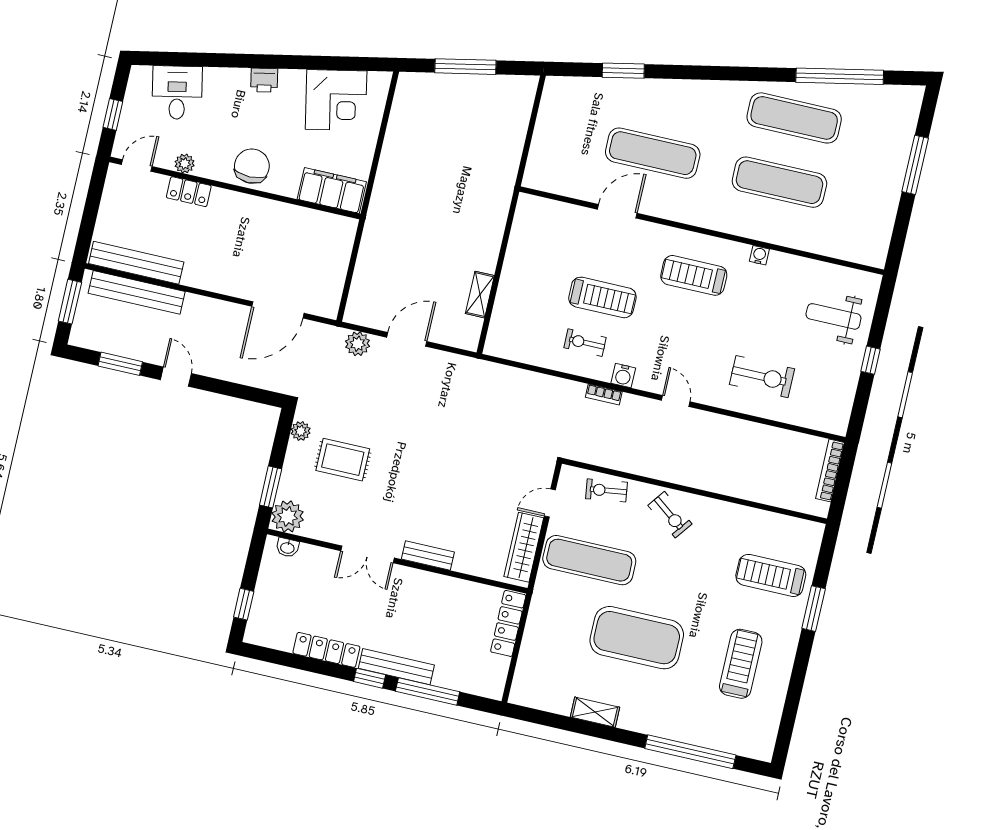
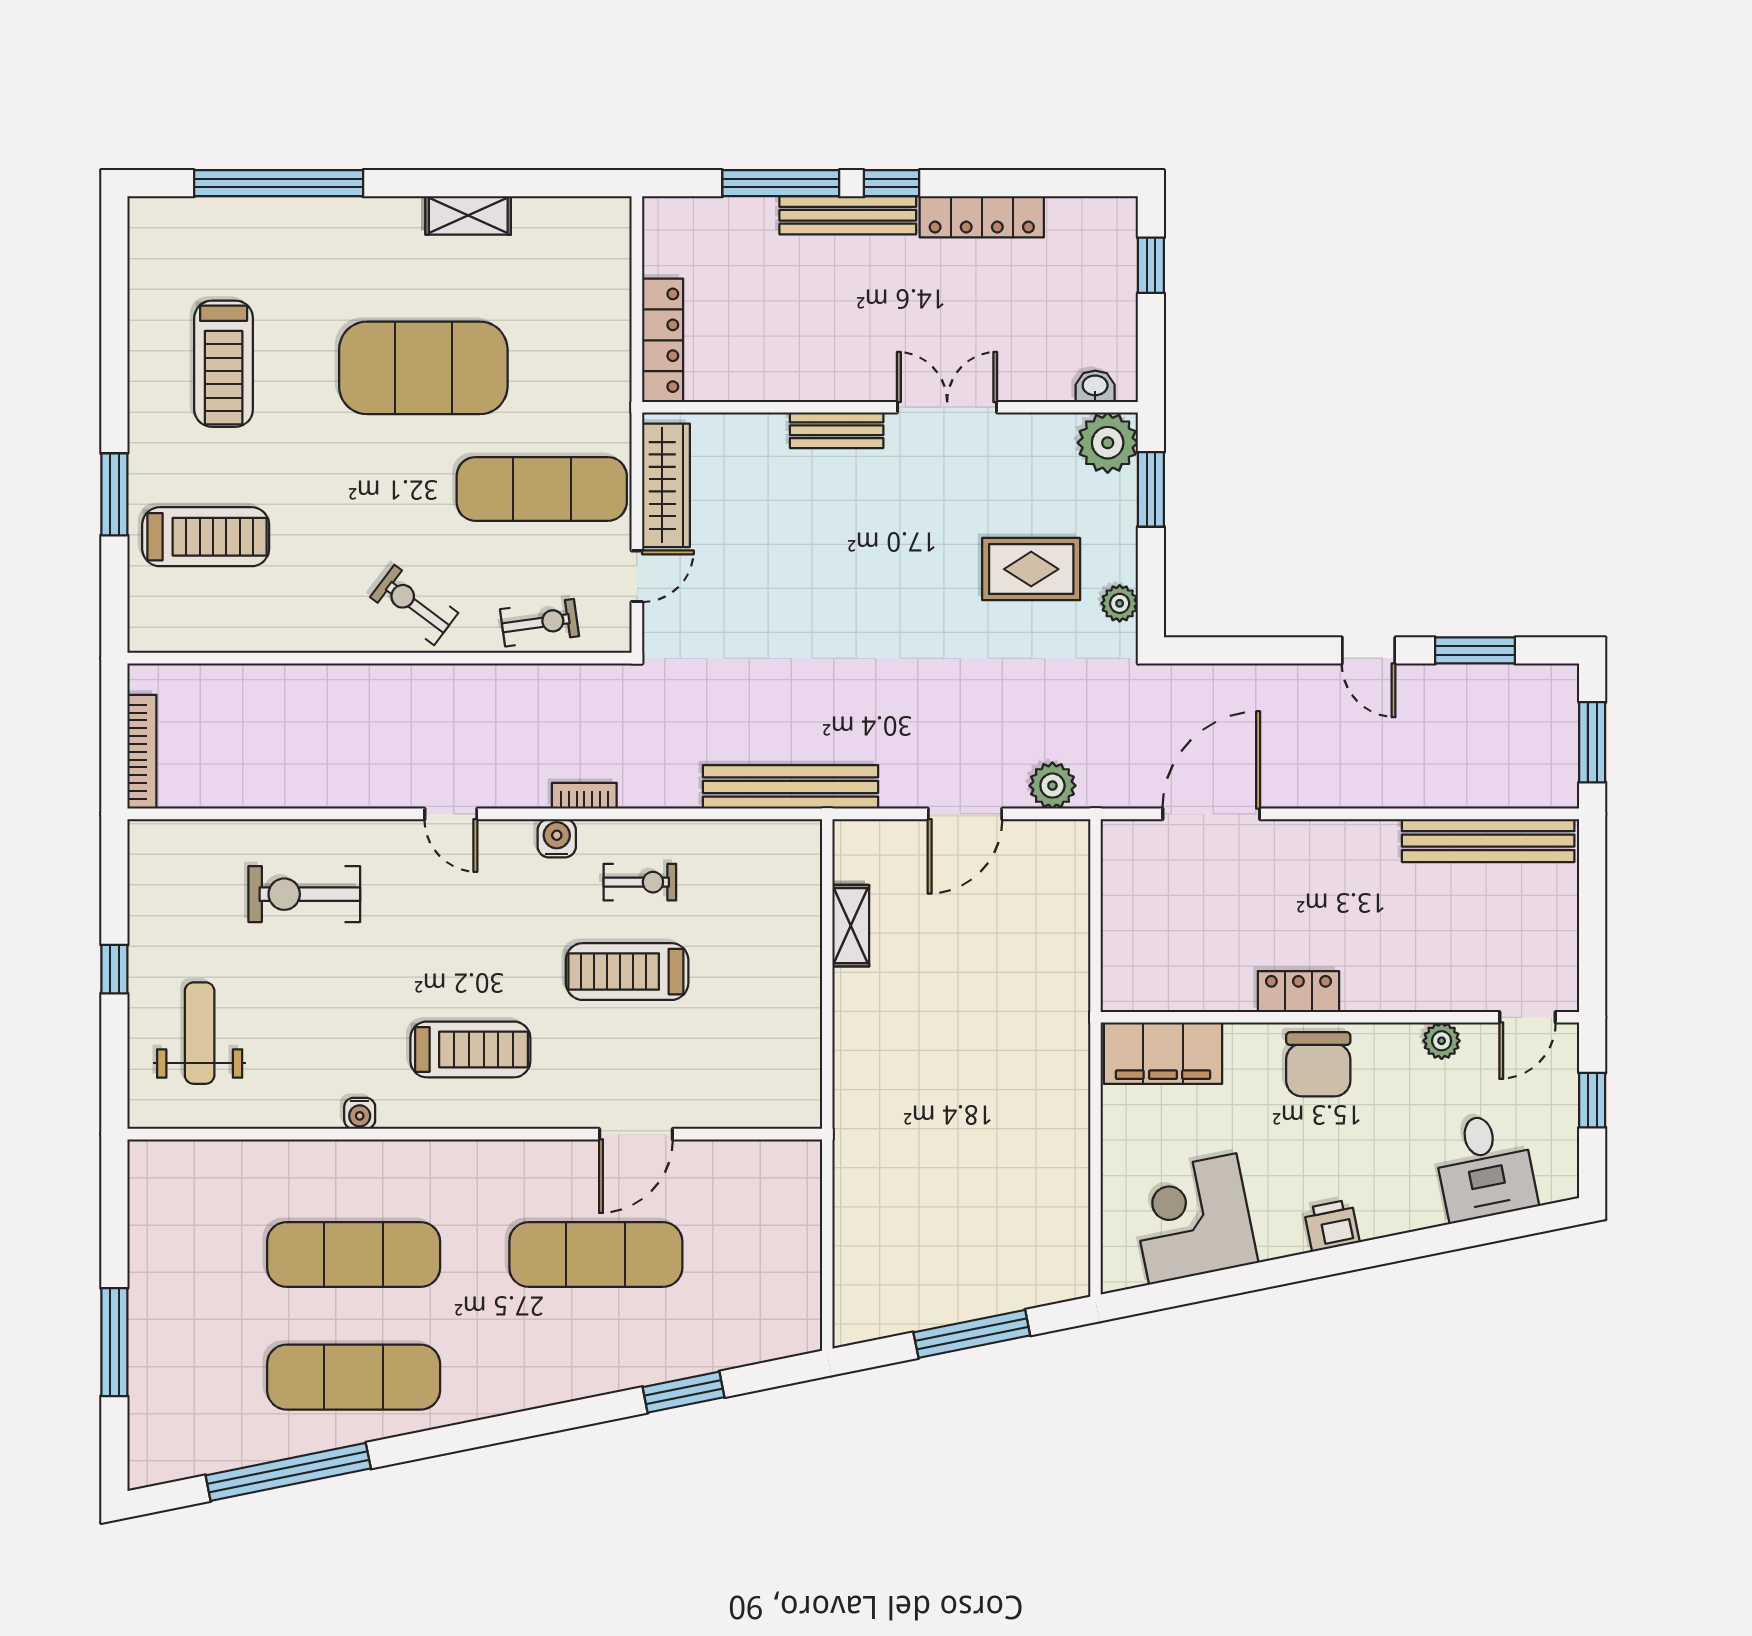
locker: (189, 192) -> (1298, 992), moved
bench: (137, 292) -> (791, 787), moved
weight bench: (833, 316) -> (200, 1033), turned -90

